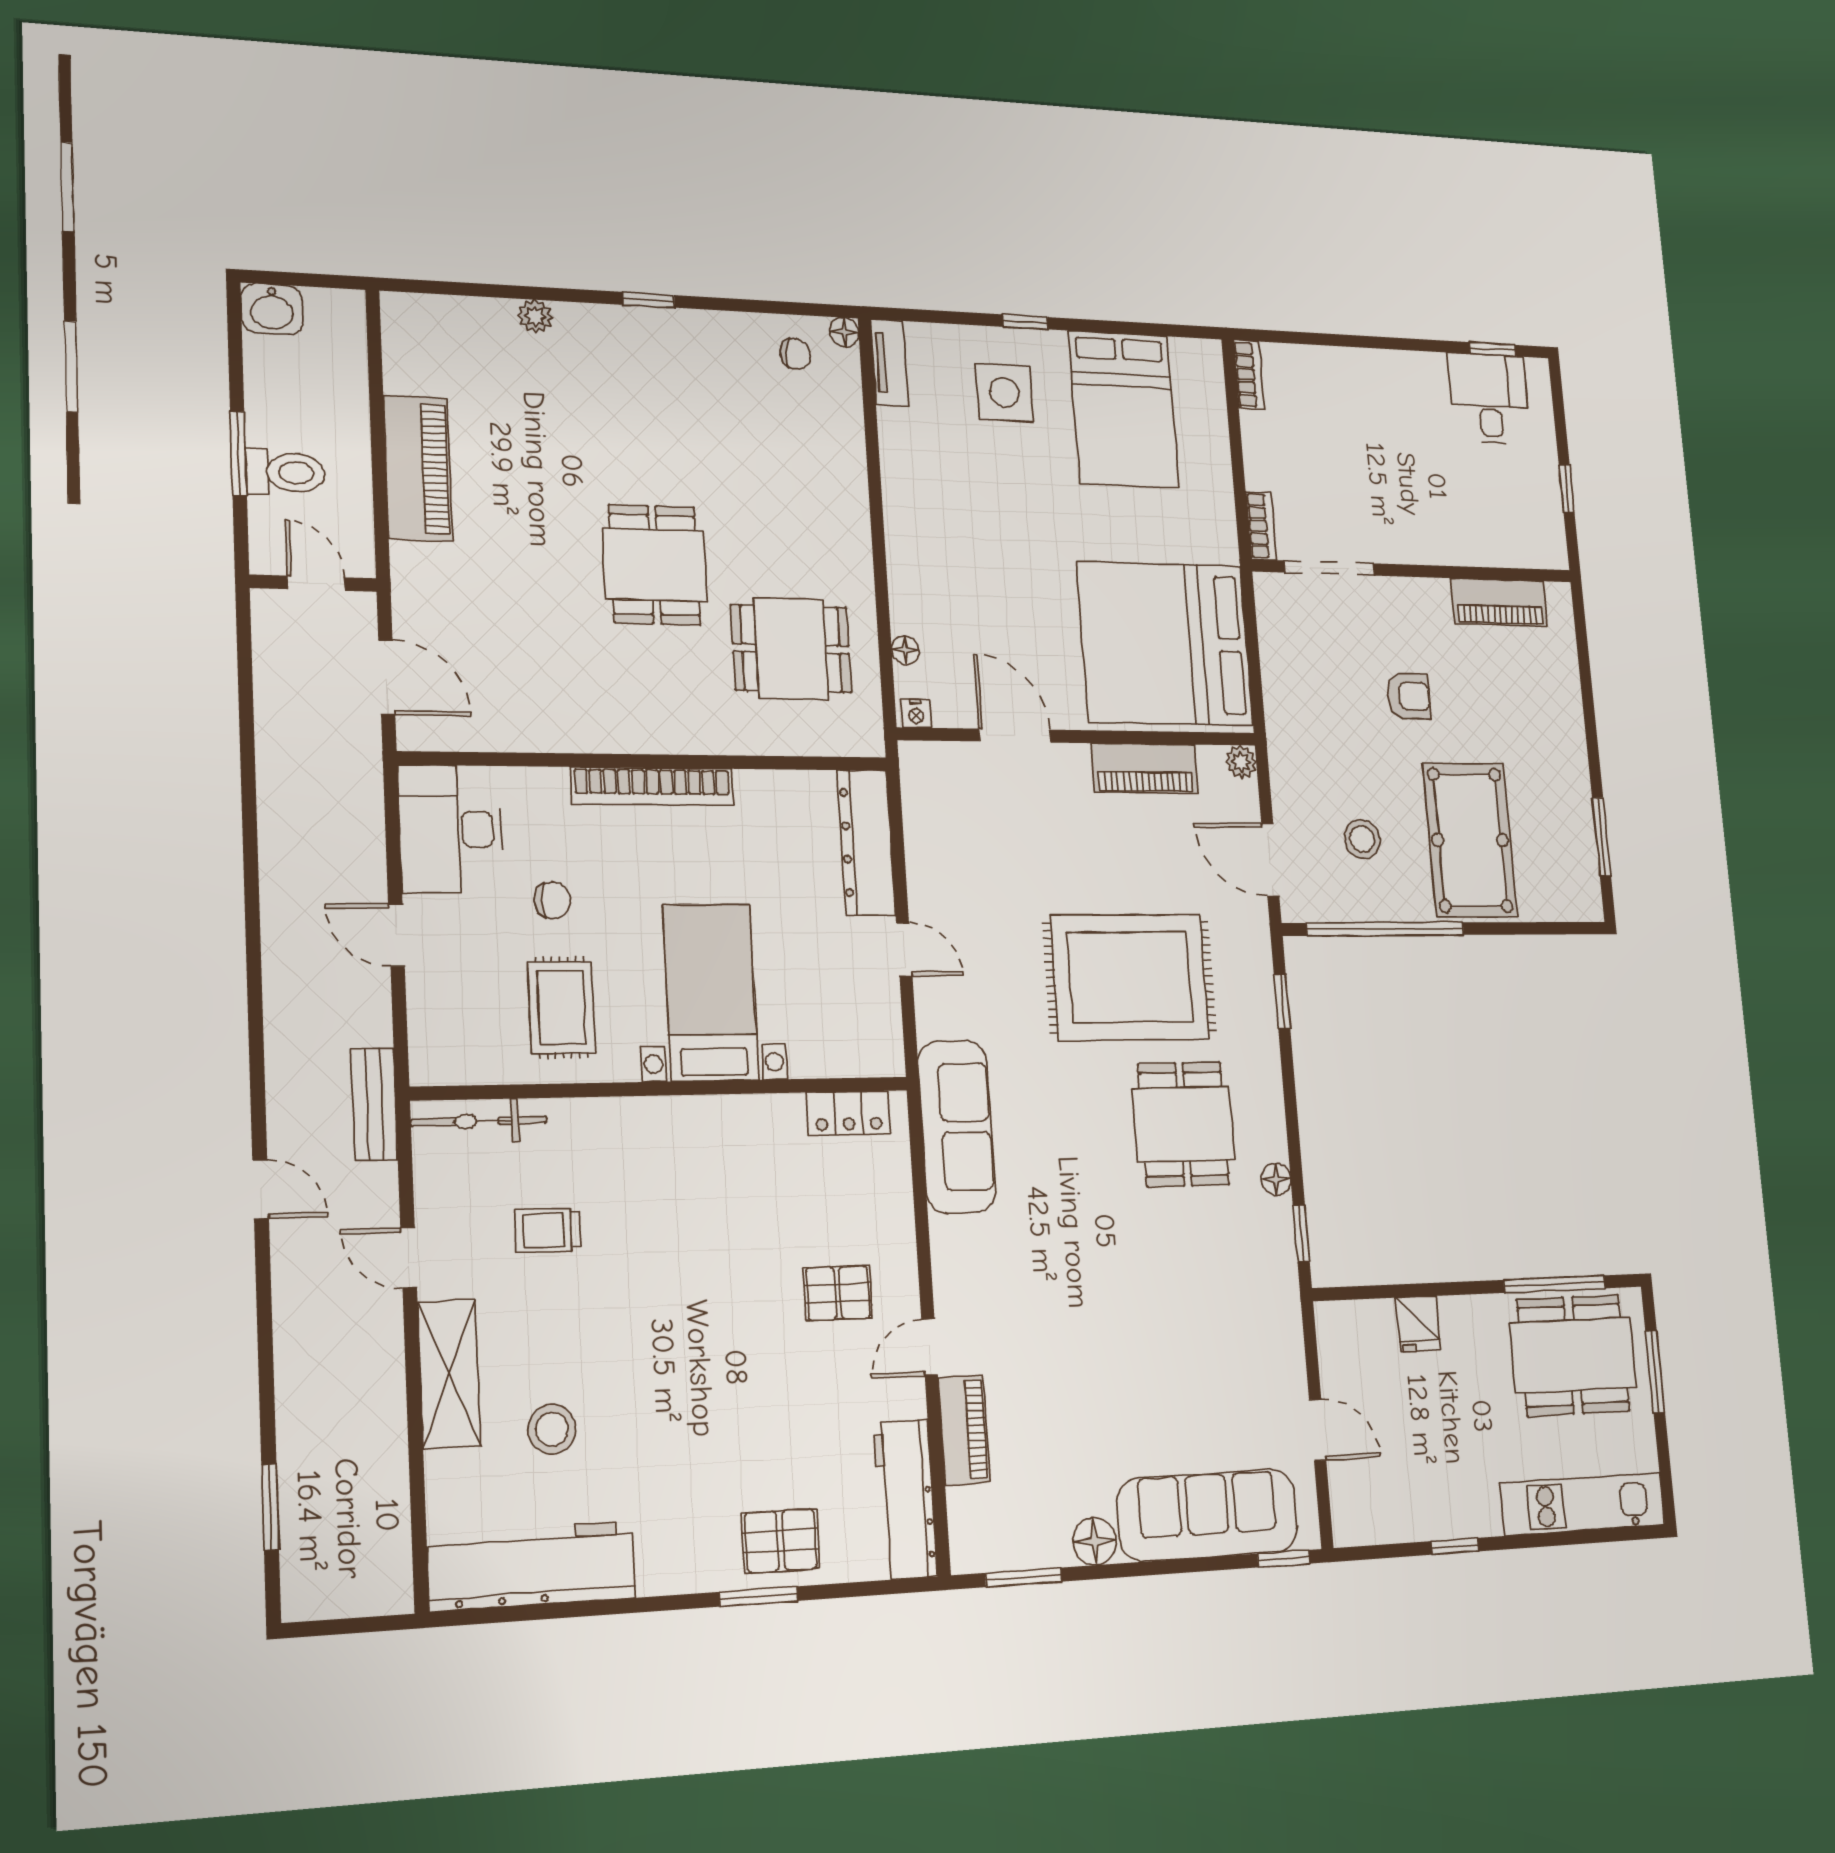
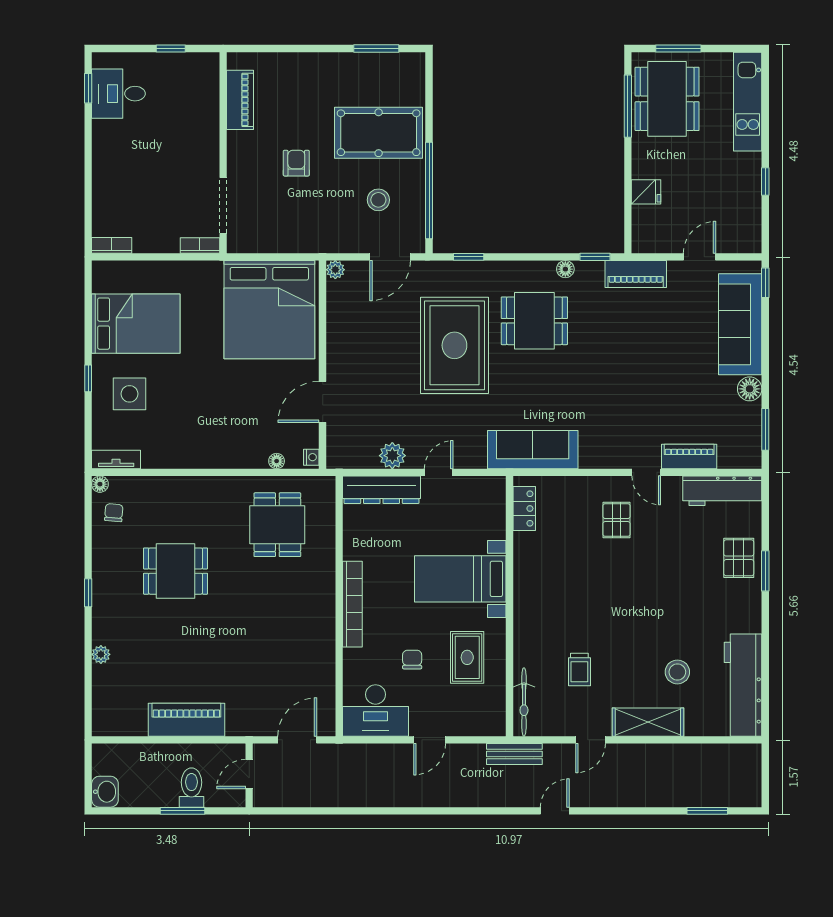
dining table: (655, 565) -> (176, 571), moved
piano: (1145, 768) -> (636, 274), moved, turned 90
plant: (929, 863) -> (392, 456), added
rug: (562, 1007) -> (467, 657), turned 90

